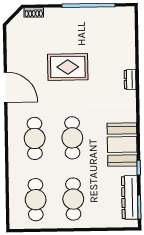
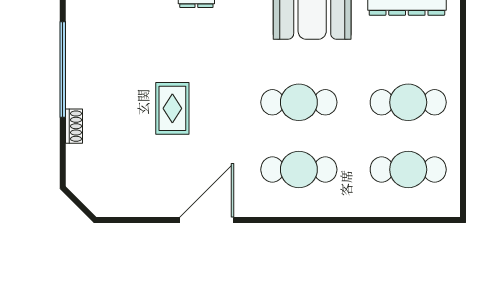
shoe rack: (34, 12) -> (74, 126), moved
rug: (68, 67) -> (172, 108), width x0.73, depth x0.70

